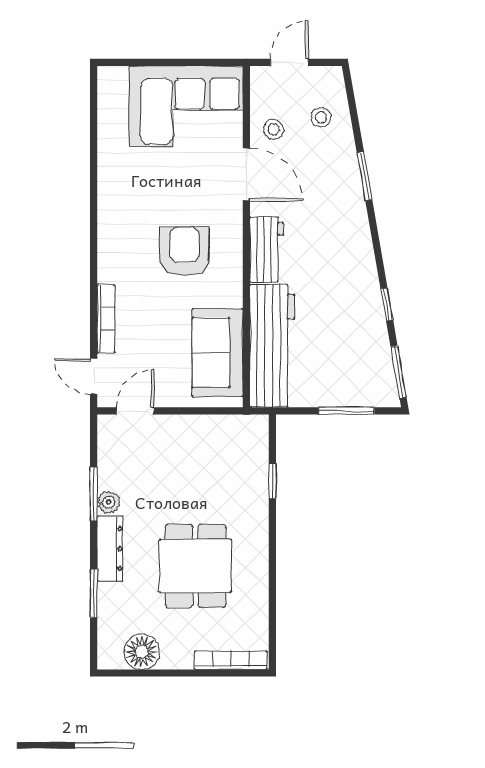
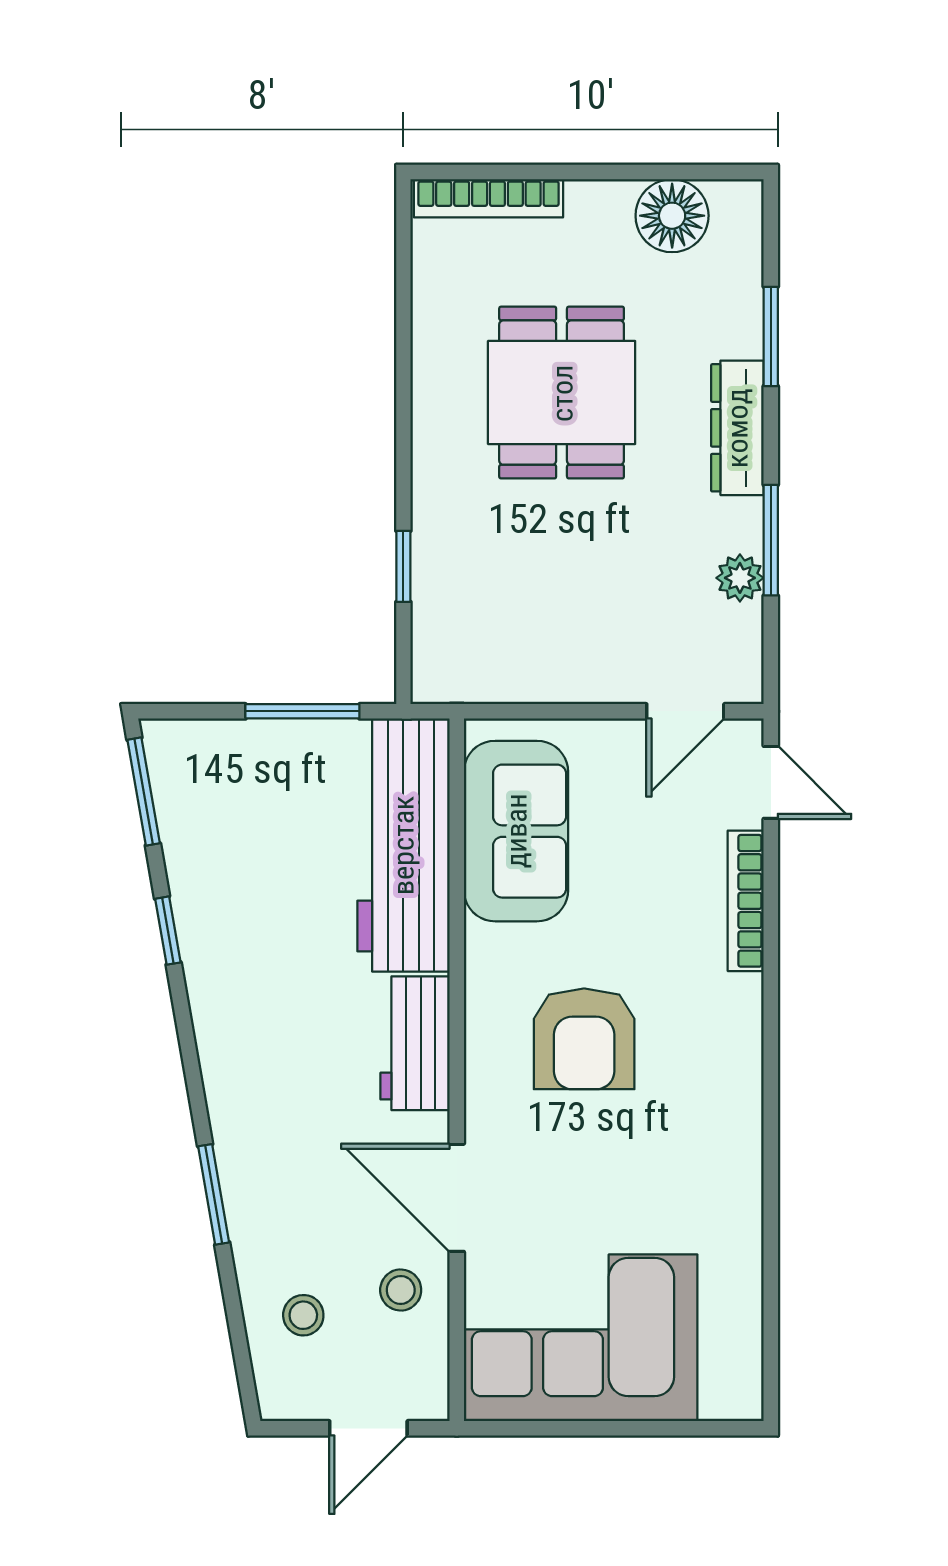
window: (346, 411) -> (302, 711), moved
plant: (109, 502) -> (740, 578), moved

